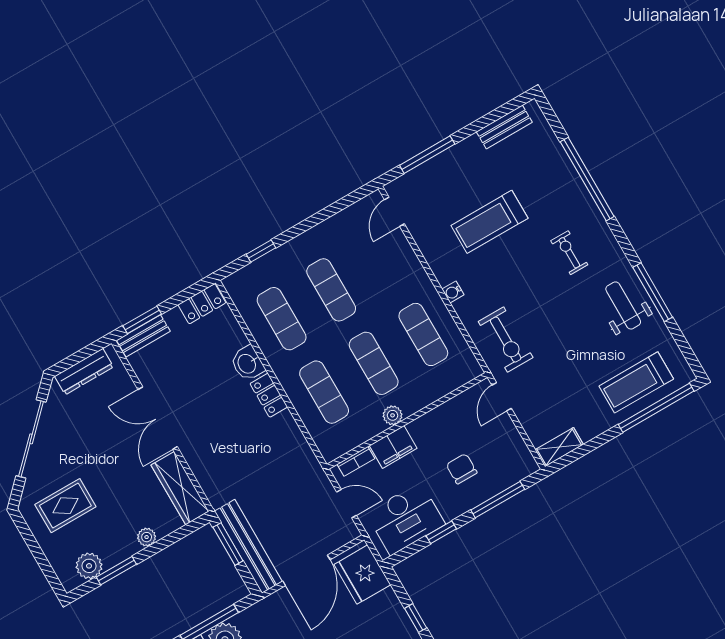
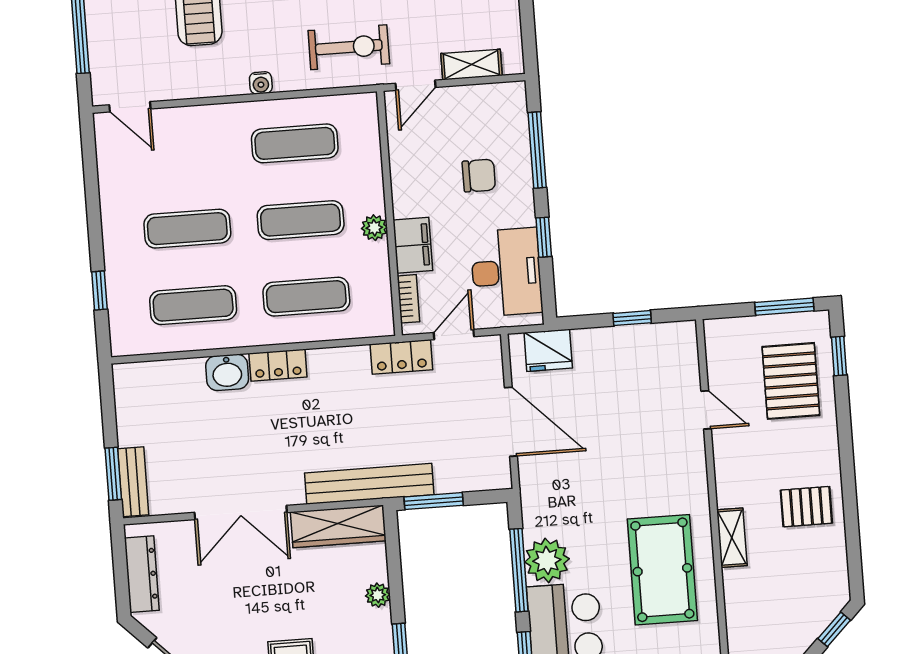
locker: (202, 304) -> (401, 357), moved, turned 90
door: (502, 397) -> (415, 85), hinge flipped
shelving: (559, 447) -> (471, 65), moved, turned 90
chair: (462, 469) -> (479, 176), turned 180
bench: (248, 546) -> (369, 484), moved
fridge: (362, 575) -> (548, 350), width x0.73, depth x0.75

